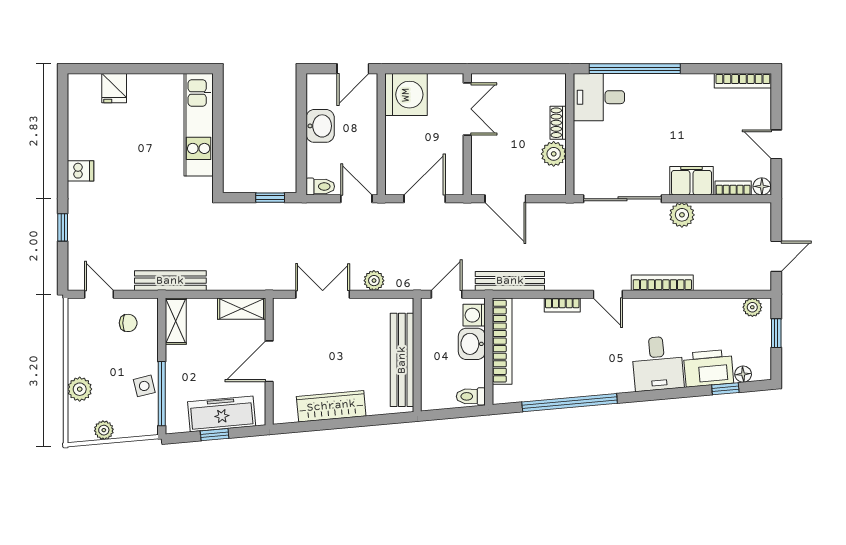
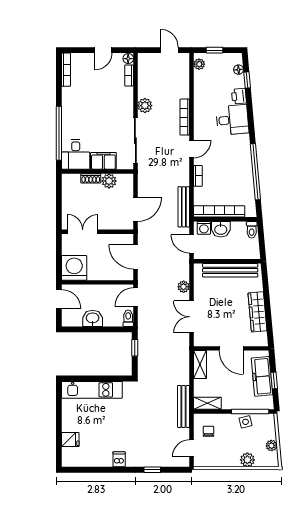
filing cabinet: (691, 181) -> (103, 161), moved, turned 90
printer: (708, 368) -> (239, 96), width x0.53, depth x0.68

